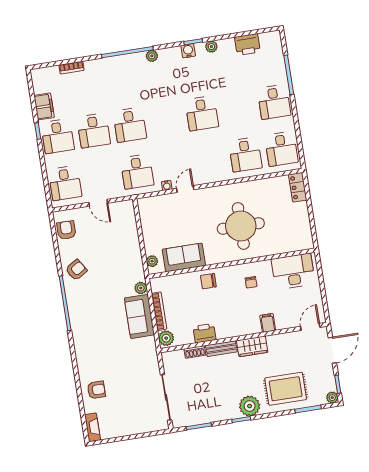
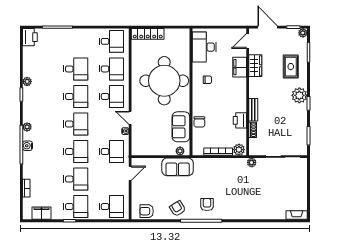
printer: (247, 45) -> (30, 37), moved
water cooler: (188, 51) -> (28, 146), moved
desk: (274, 102) -> (76, 69), moved
filing cabinet: (44, 106) -> (42, 213), moved
desk: (166, 119) -> (76, 124), added
desk: (209, 160) -> (111, 96), added
locker: (298, 187) -> (148, 34), width x1.53
door: (98, 203) -> (130, 173), moved
round table: (241, 226) -> (164, 81), width x1.36, depth x1.36
chair: (208, 281) -> (199, 122), moved
plant: (141, 288) -> (252, 162), moved
sofa: (139, 316) -> (178, 167), moved
filing cabinet: (268, 323) -> (240, 67), width x2.00
door: (310, 327) -> (248, 41), hinge flipped
wardrobe: (252, 346) -> (255, 66), moved
rug: (286, 389) -> (291, 67), width x0.73, depth x0.70
armchair: (96, 390) -> (207, 205), moved

